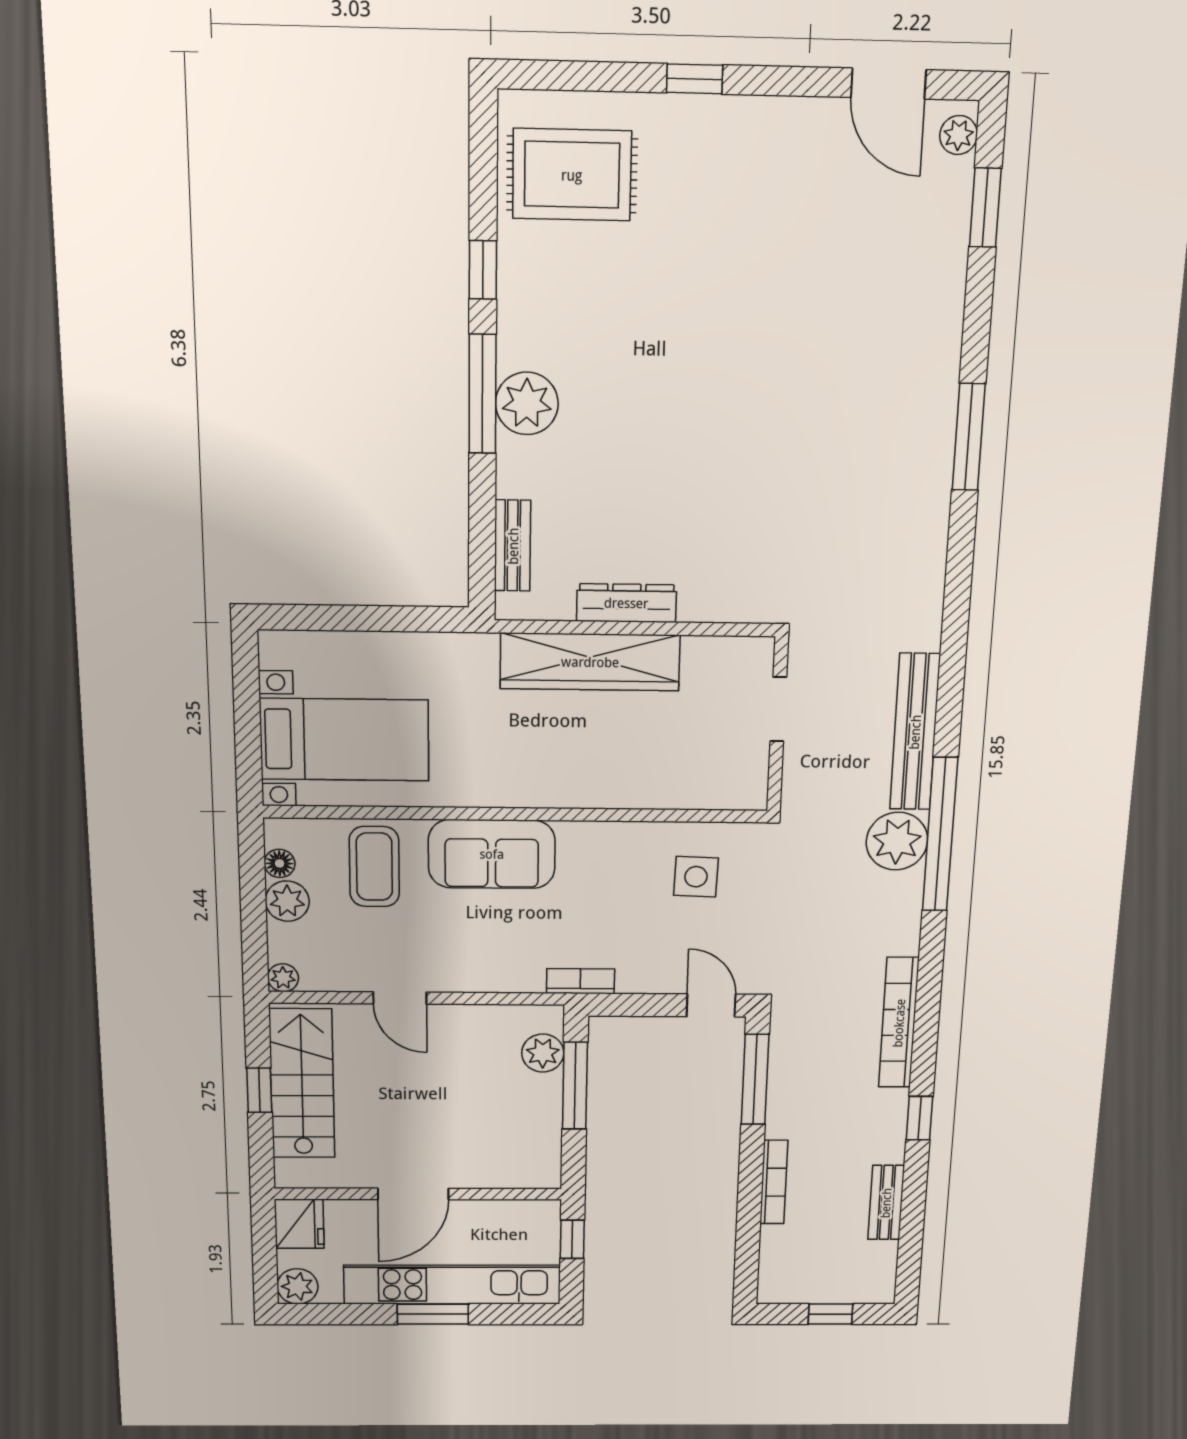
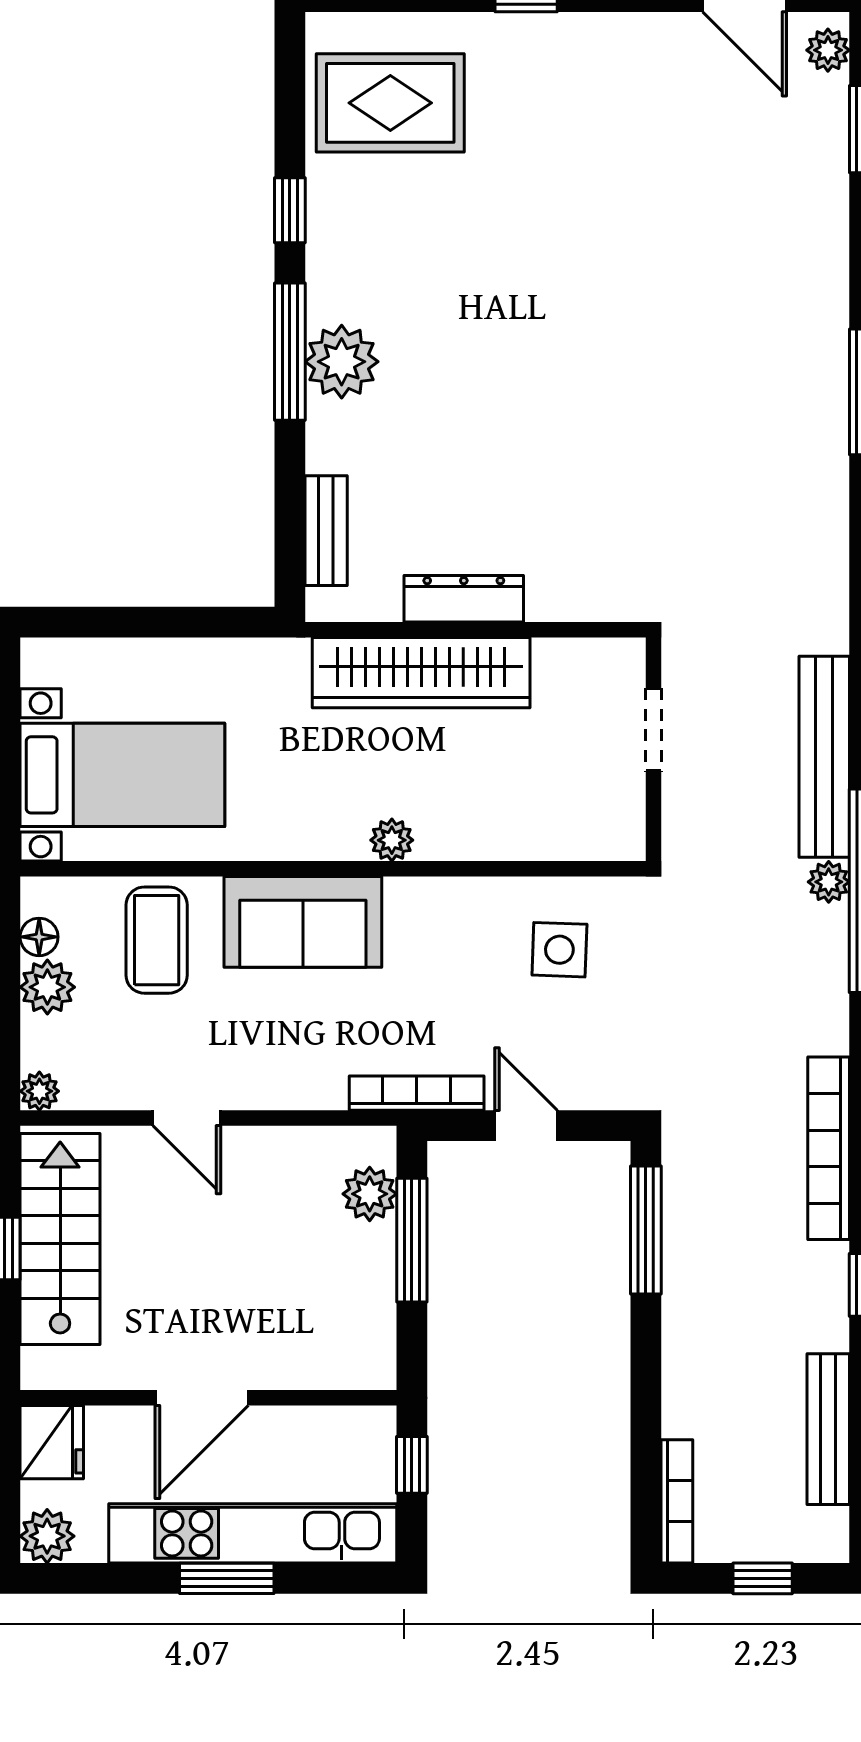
plant: (564, 792) -> (392, 840), added
plant: (897, 841) -> (829, 882), width x0.53, depth x0.53
bookcase: (581, 981) -> (417, 1093), width x1.56
door: (711, 1005) -> (526, 1126), moved
bookcase: (774, 1182) -> (677, 1501), moved
bench: (886, 1203) -> (828, 1429), width x1.36

